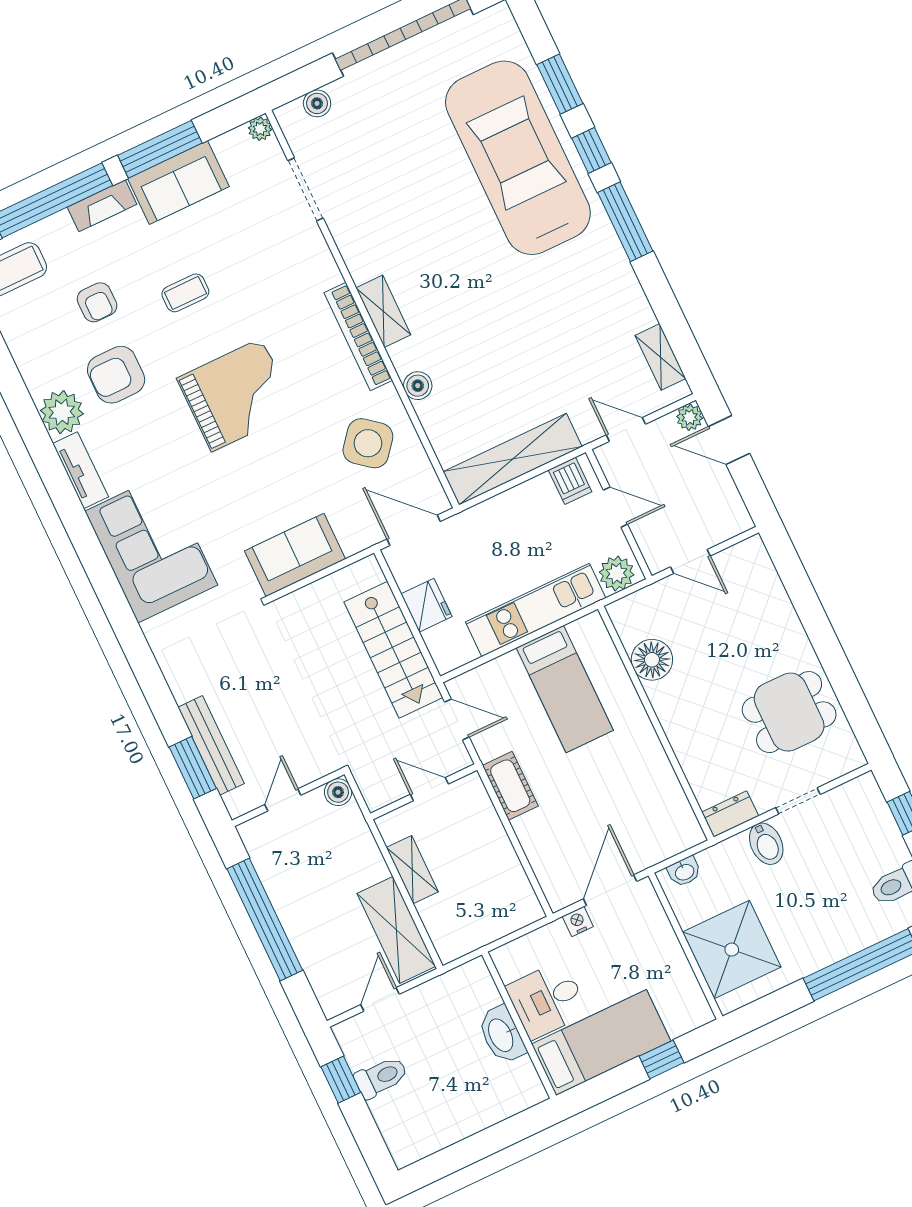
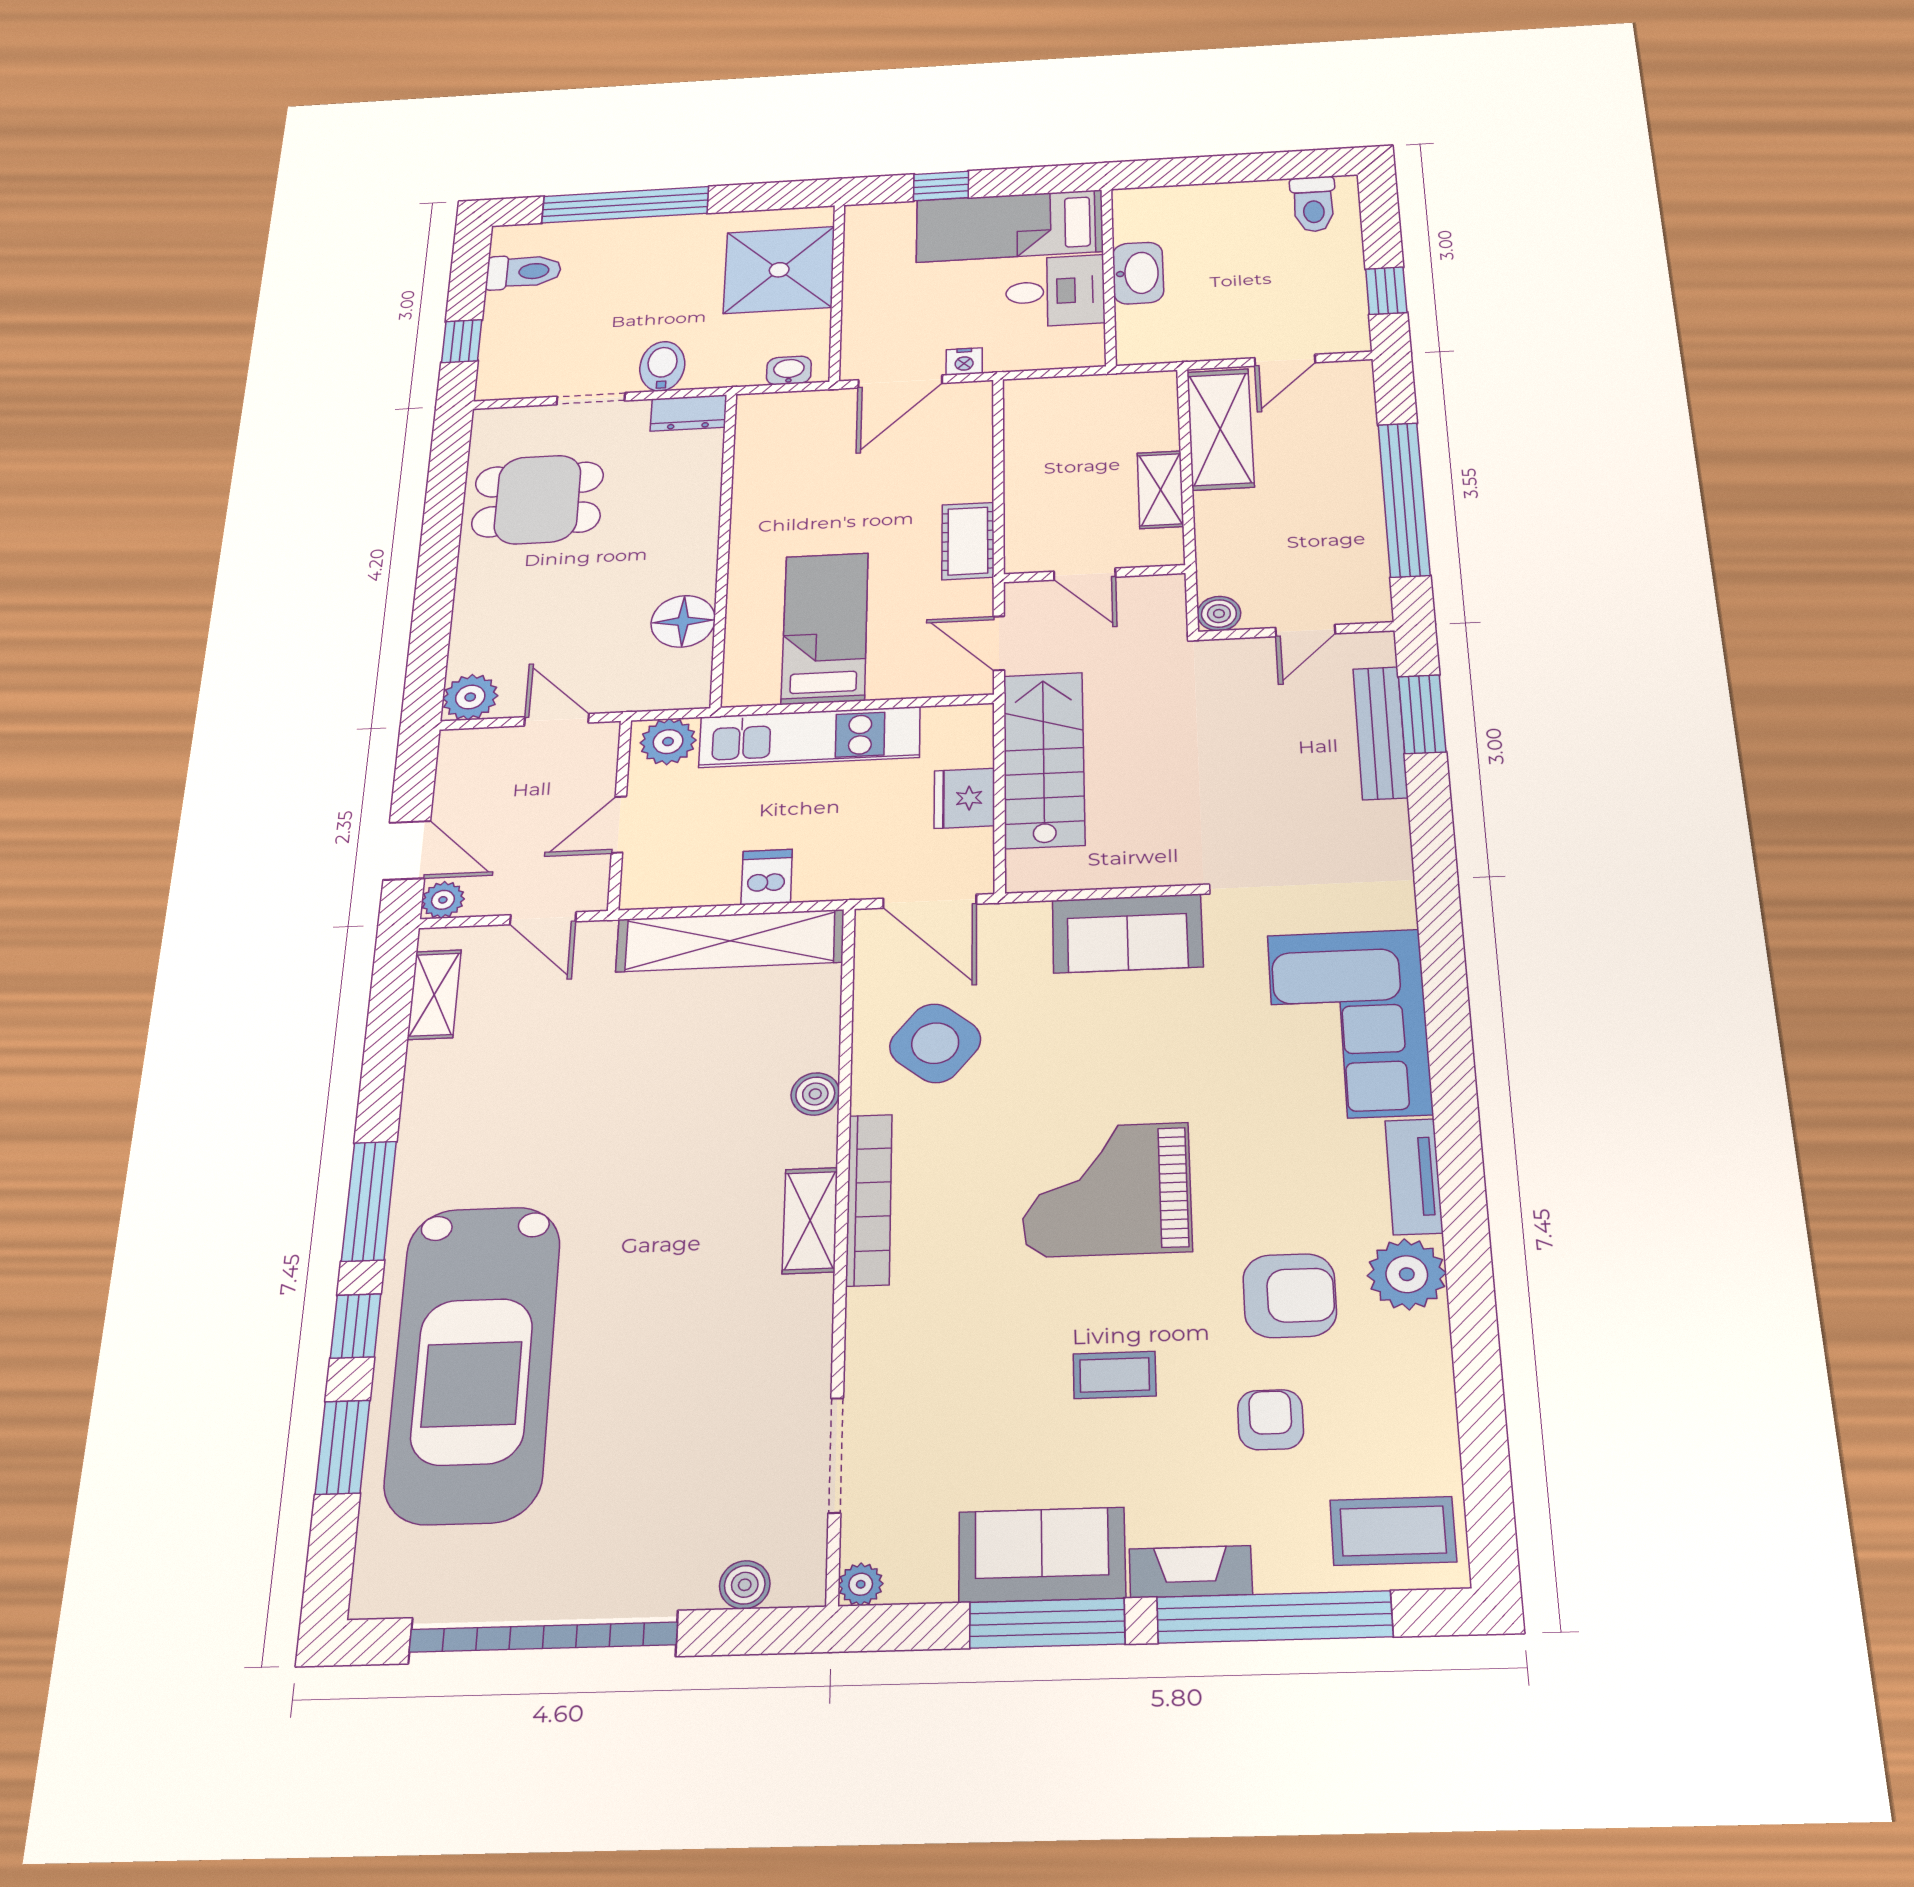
dishwasher: (570, 481) -> (767, 877), moved
door: (615, 507) -> (619, 825), hinge flipped
plant: (750, 556) -> (470, 697), added
toilet: (381, 1077) -> (1313, 204), moved, turned -90

